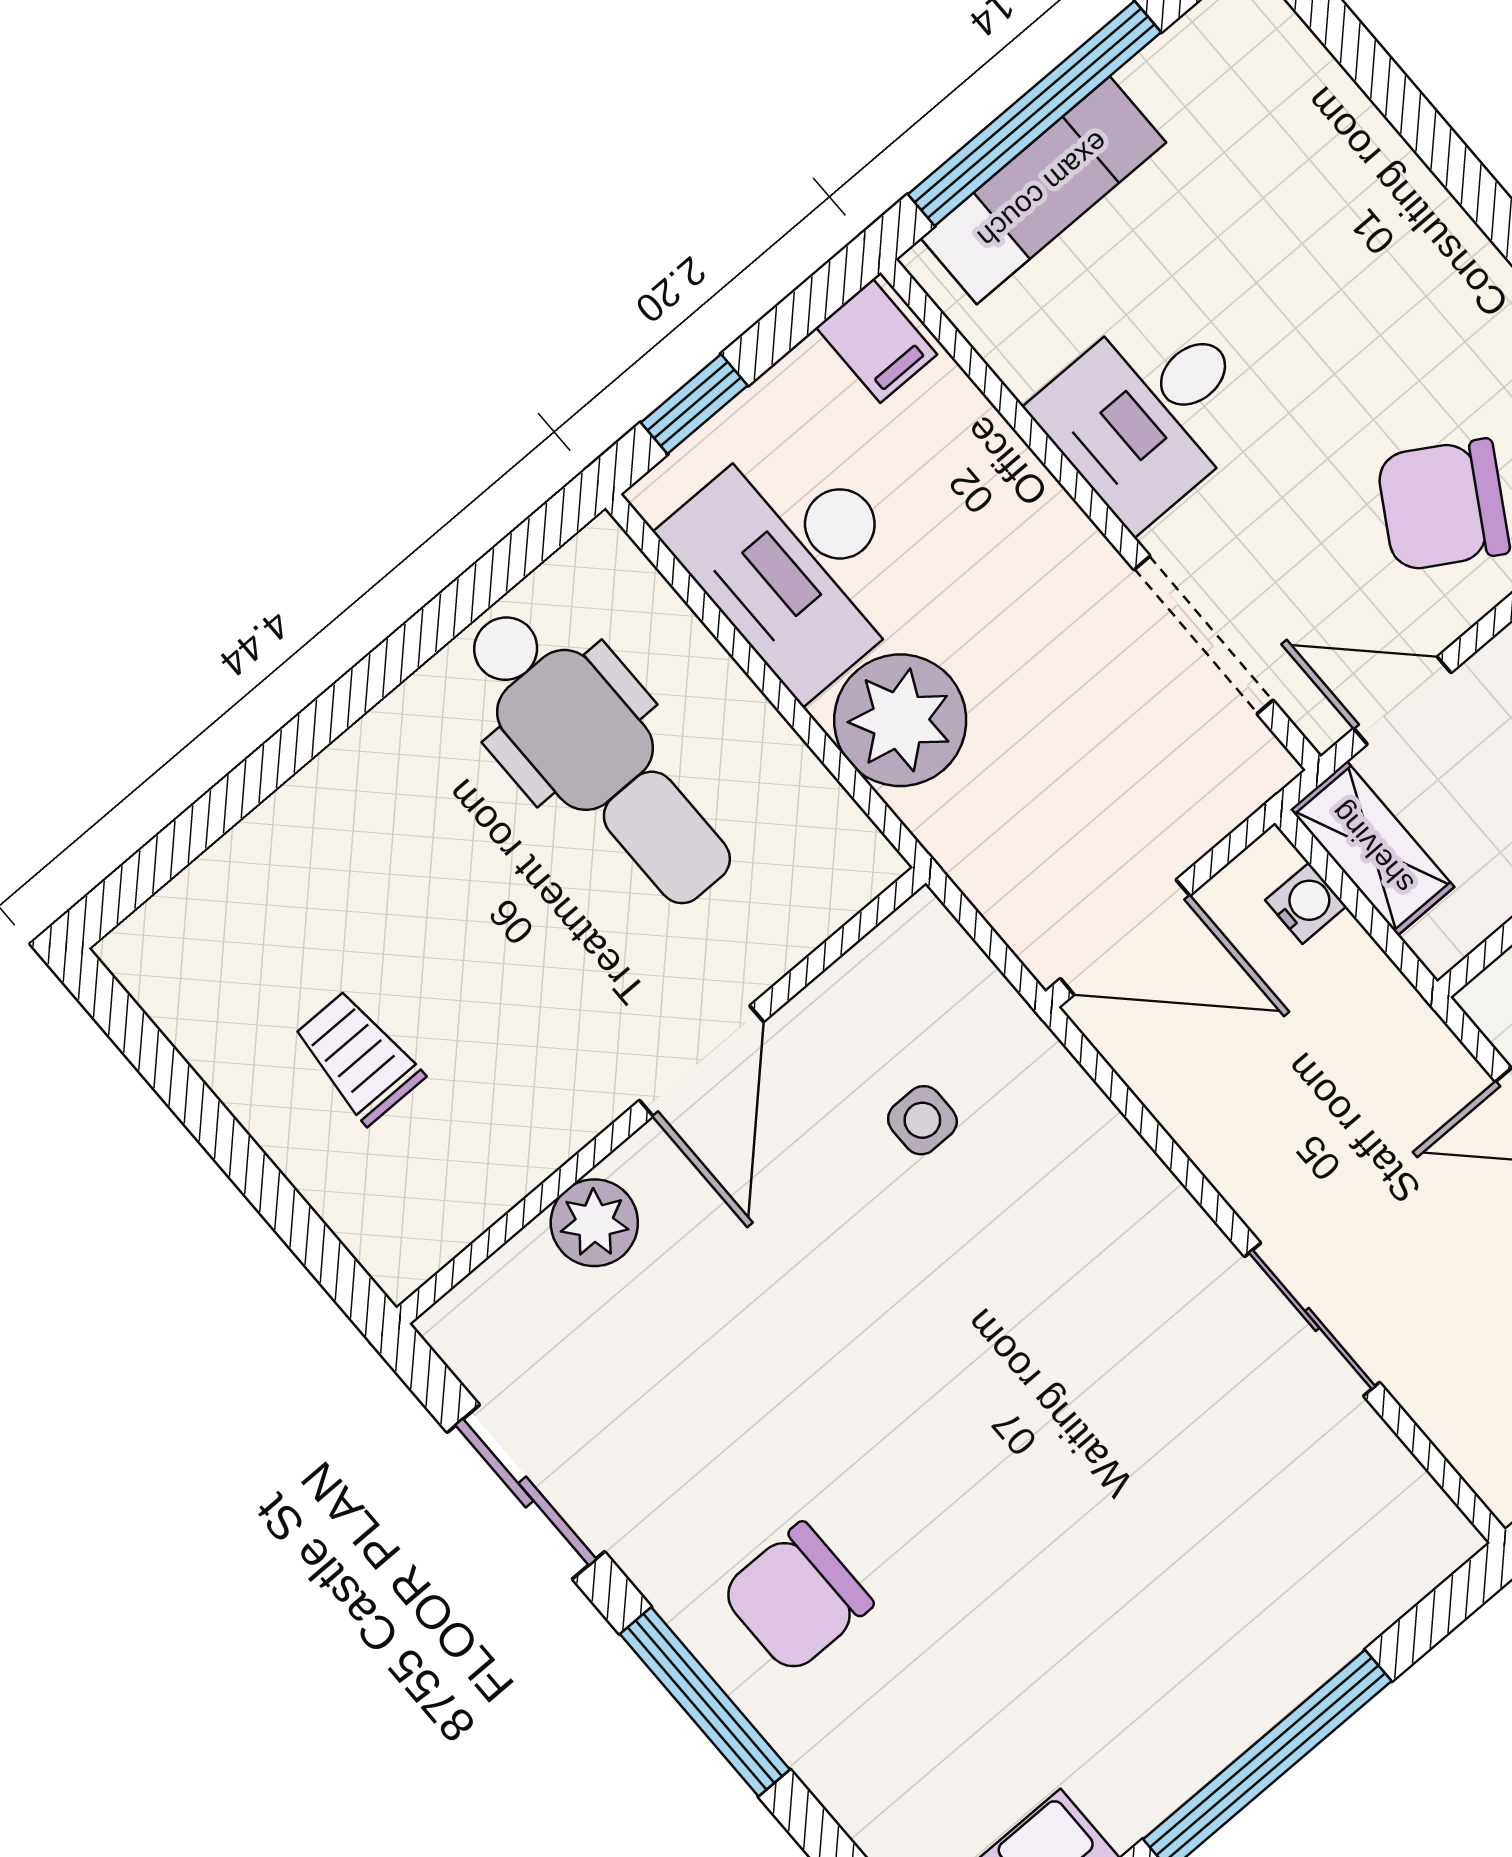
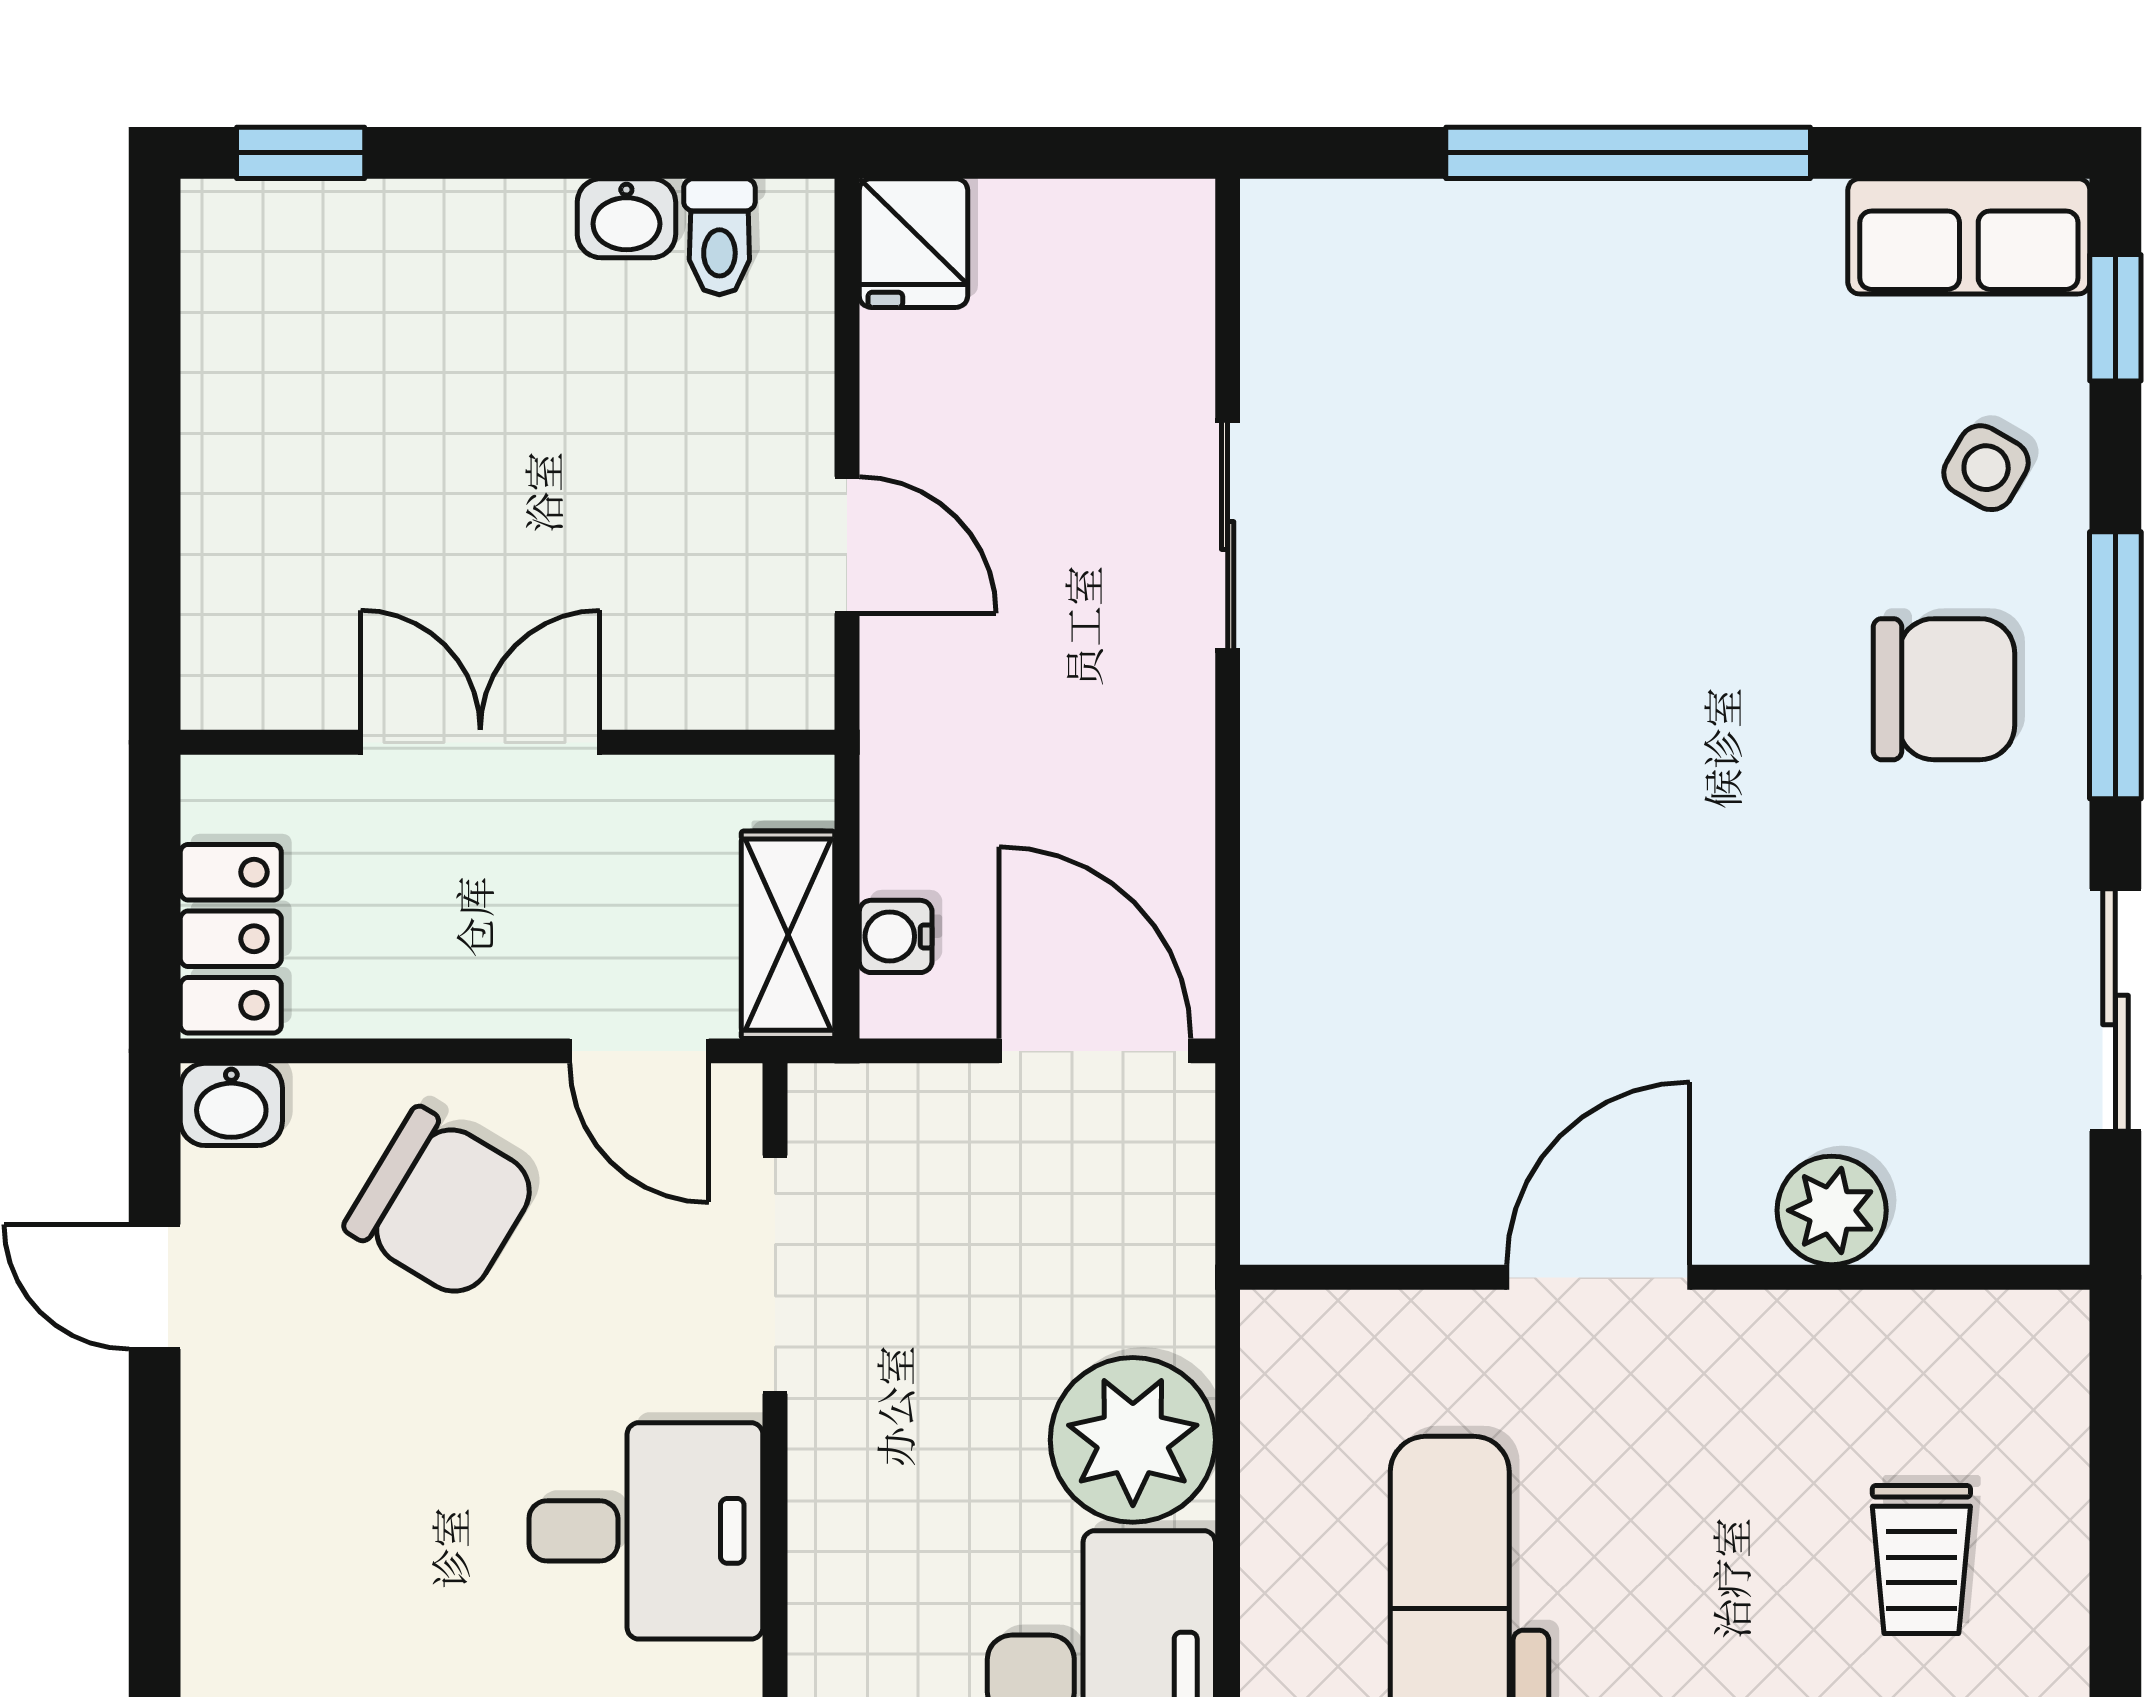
side table: (922, 1120) -> (1986, 468), moved, turned 30

